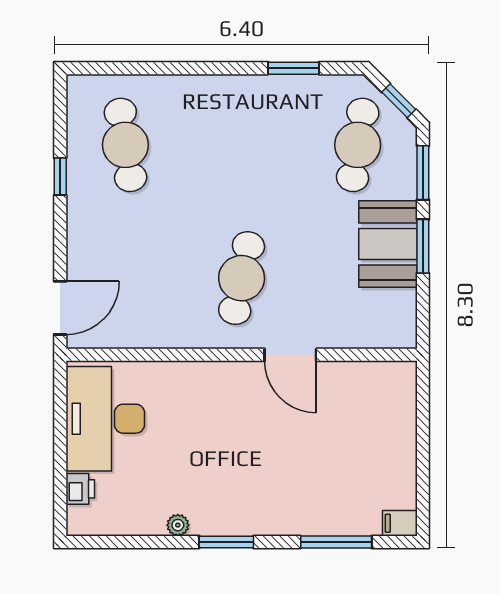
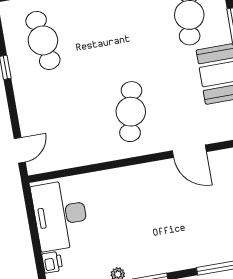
door: (60, 308) -> (20, 150), width x0.73
door: (290, 355) -> (189, 151), moved

